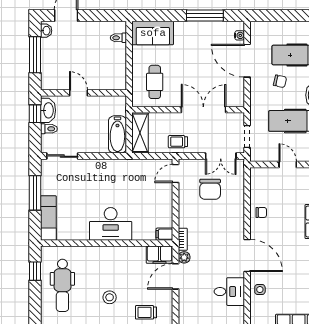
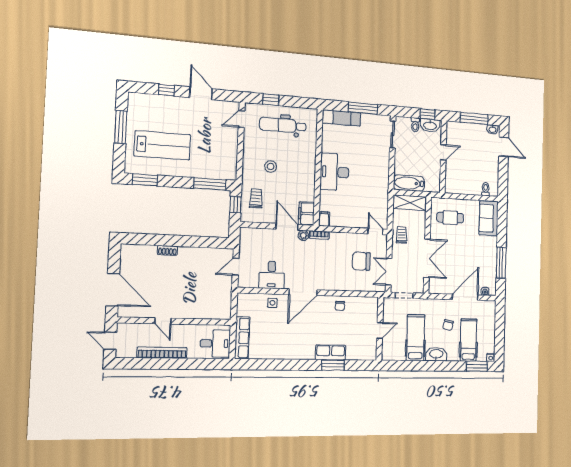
window: (35, 271) -> (271, 100), moved

